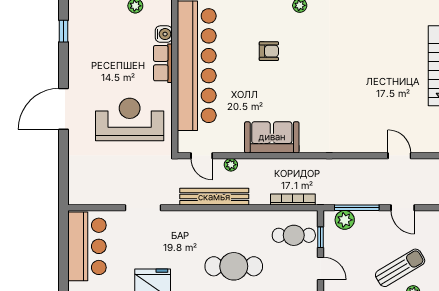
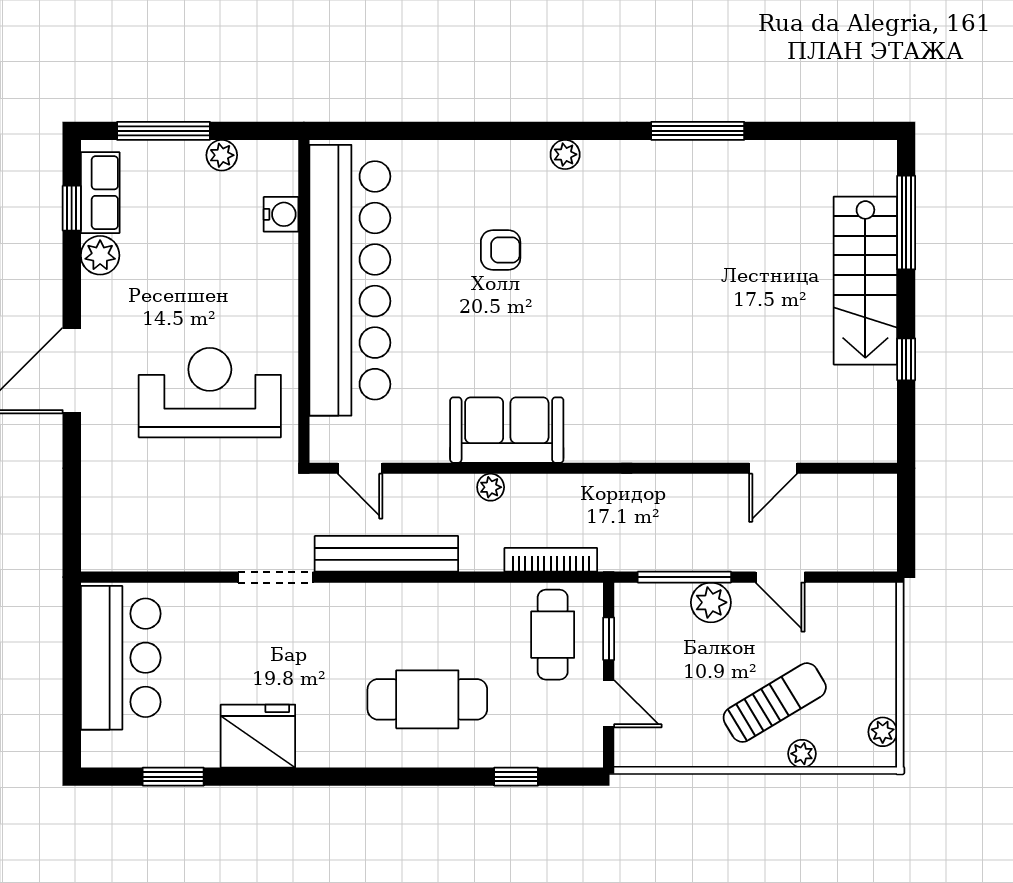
plant: (77, 54) -> (100, 255), added
row of seats: (163, 63) -> (100, 193), moved, turned 180
door: (399, 156) -> (773, 468), swing flipped
plant: (231, 165) -> (491, 487), moved
doorway: (143, 208) -> (275, 577), moved
plant: (345, 220) -> (711, 602), moved
cafe table: (294, 235) -> (553, 635), turned 90

